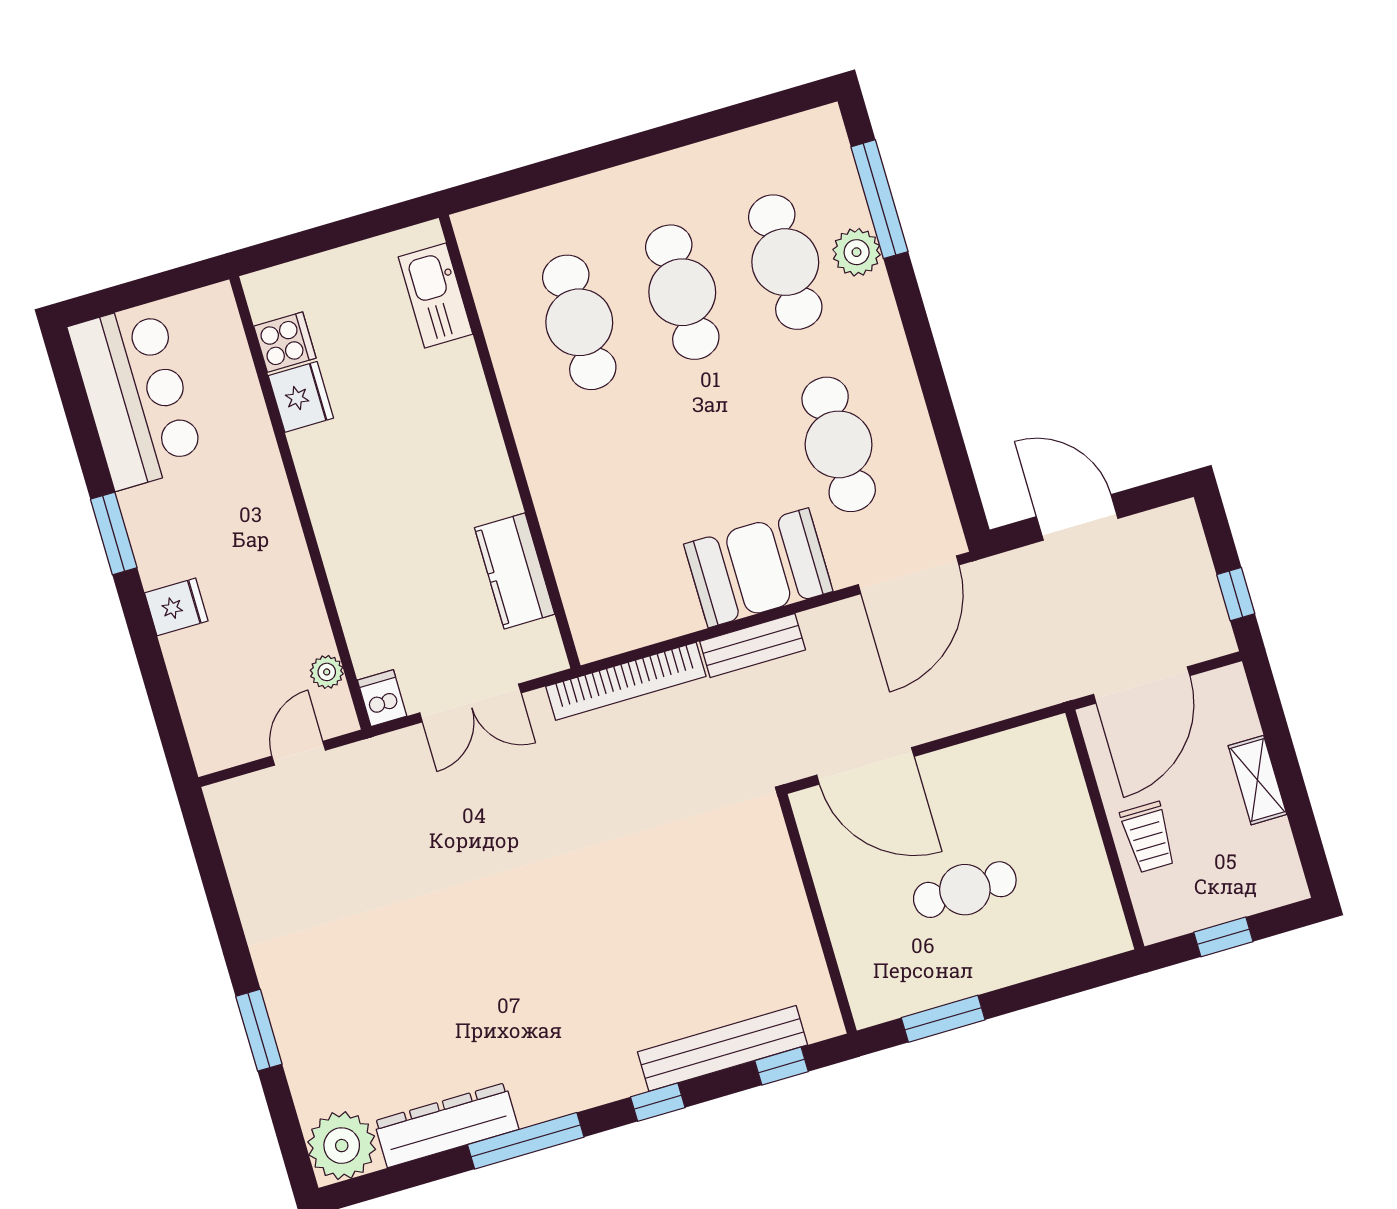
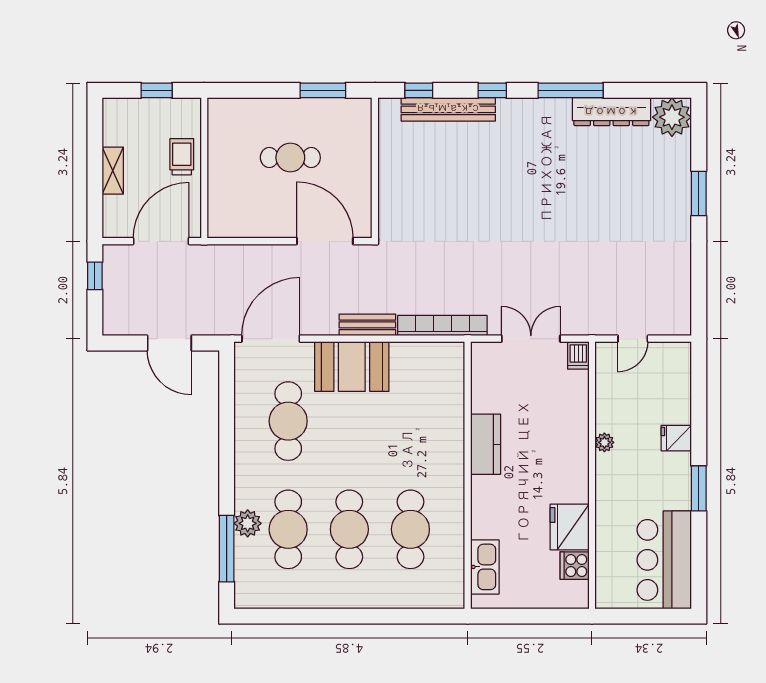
fridge: (301, 397) -> (570, 527), width x1.36, depth x1.34
kitchen counter: (515, 571) -> (486, 444), moved
plant: (327, 672) -> (604, 442), moved

